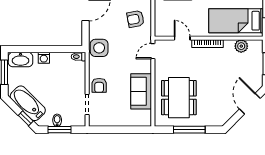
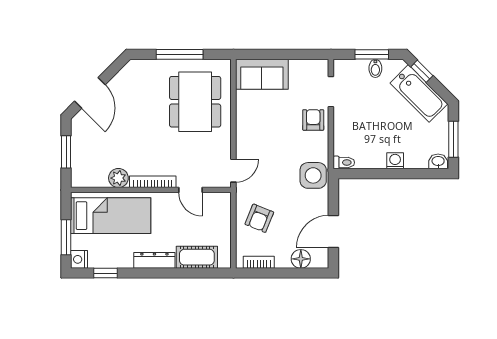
armchair: (135, 19) -> (259, 218), turned 123
plant: (241, 46) -> (118, 178), moved
washbasin: (21, 60) -> (438, 161), width x0.52, depth x0.69
sofa: (141, 91) -> (262, 74), moved, turned 90

